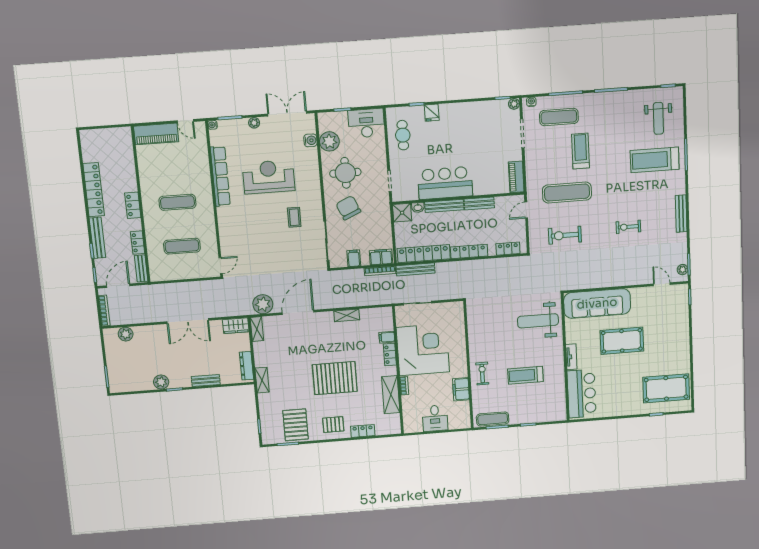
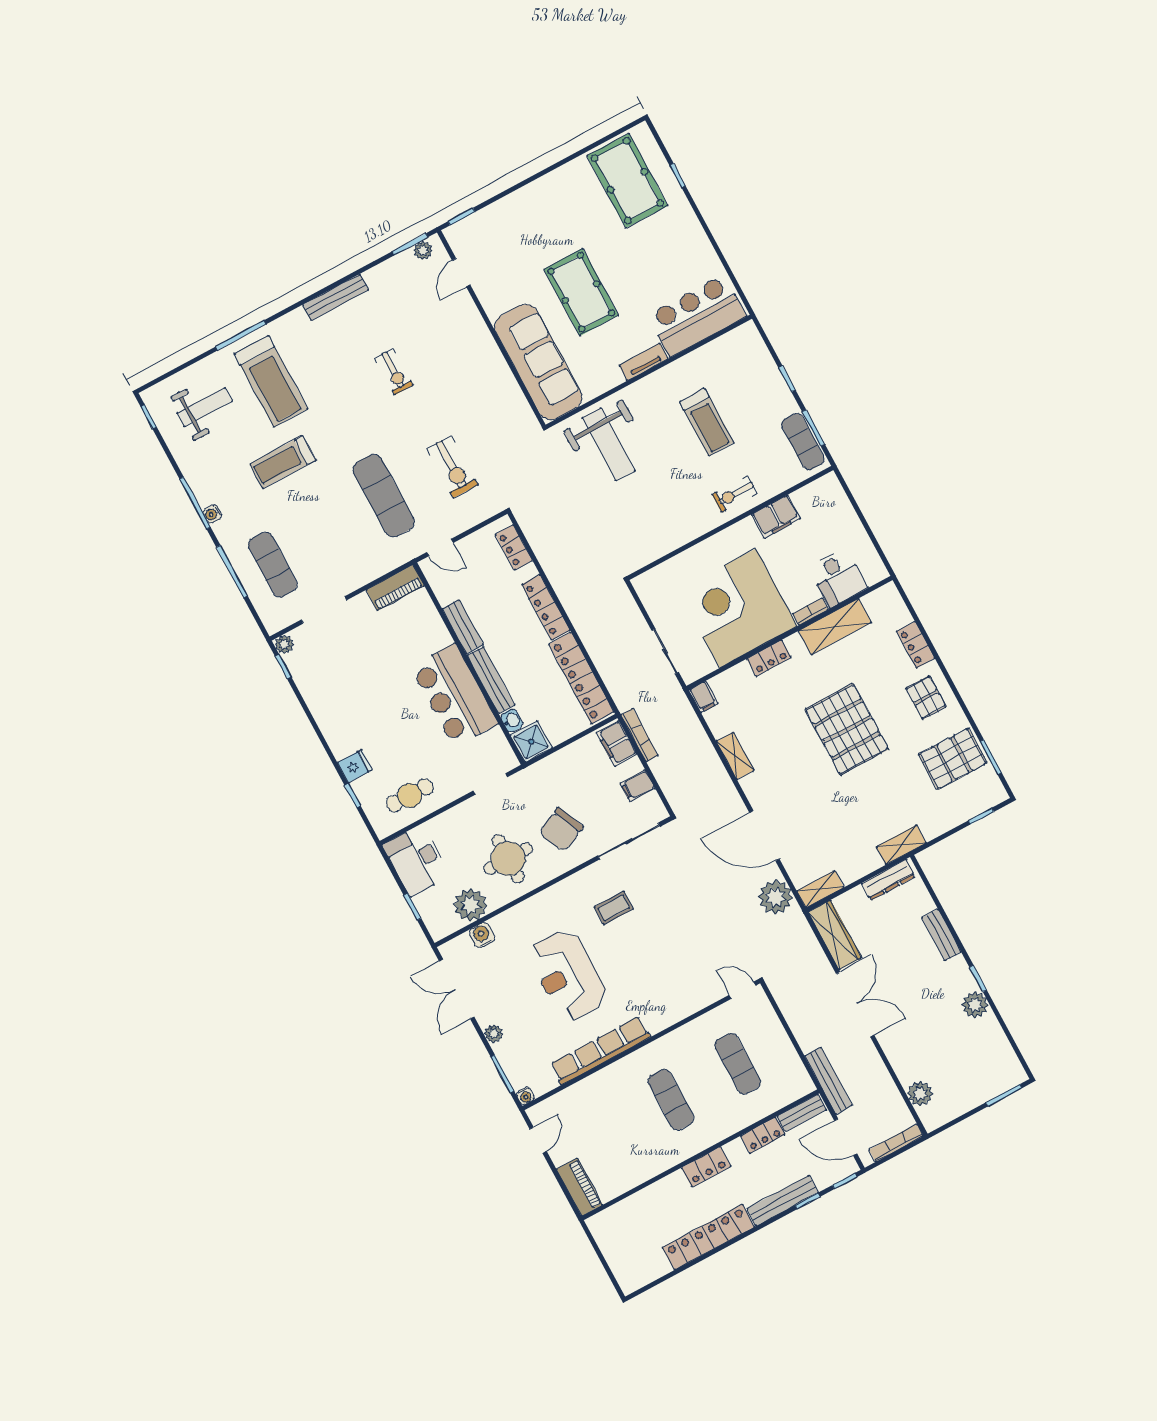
water cooler: (531, 102) -> (212, 514), moved
piano: (156, 134) -> (579, 1187), width x0.73, depth x0.75
treadmill: (580, 151) -> (283, 462), moved
bench: (416, 269) -> (828, 1081), moved
wardrobe: (236, 326) -> (835, 935), width x1.50
filing cabinet: (387, 337) -> (703, 697), moved
desk: (435, 418) -> (838, 578), moved, turned 90

